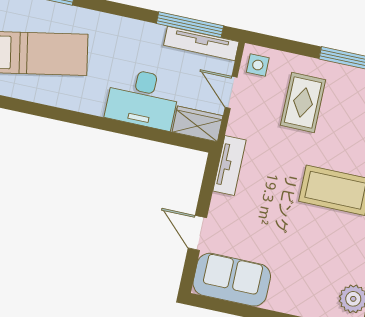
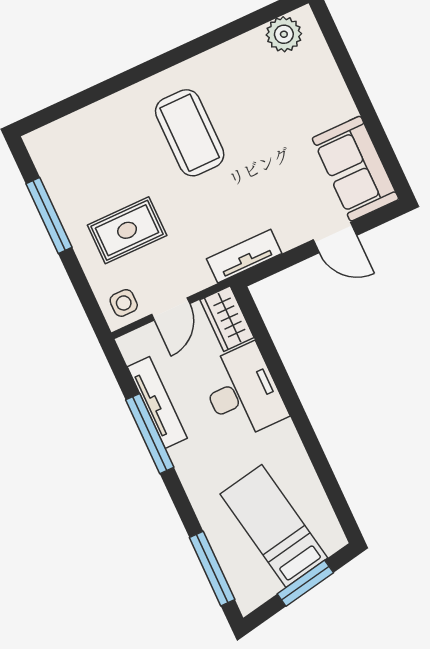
window: (190, 25) -> (150, 434), moved
tv unit: (201, 43) -> (157, 403), moved
door: (197, 233) -> (335, 238), hinge flipped

